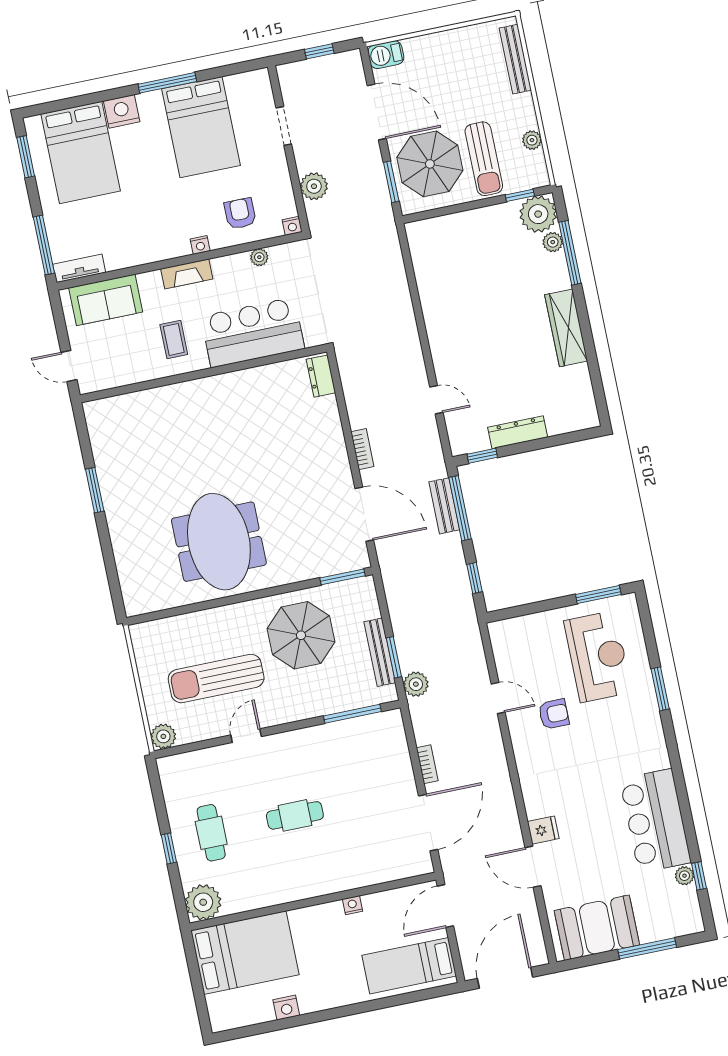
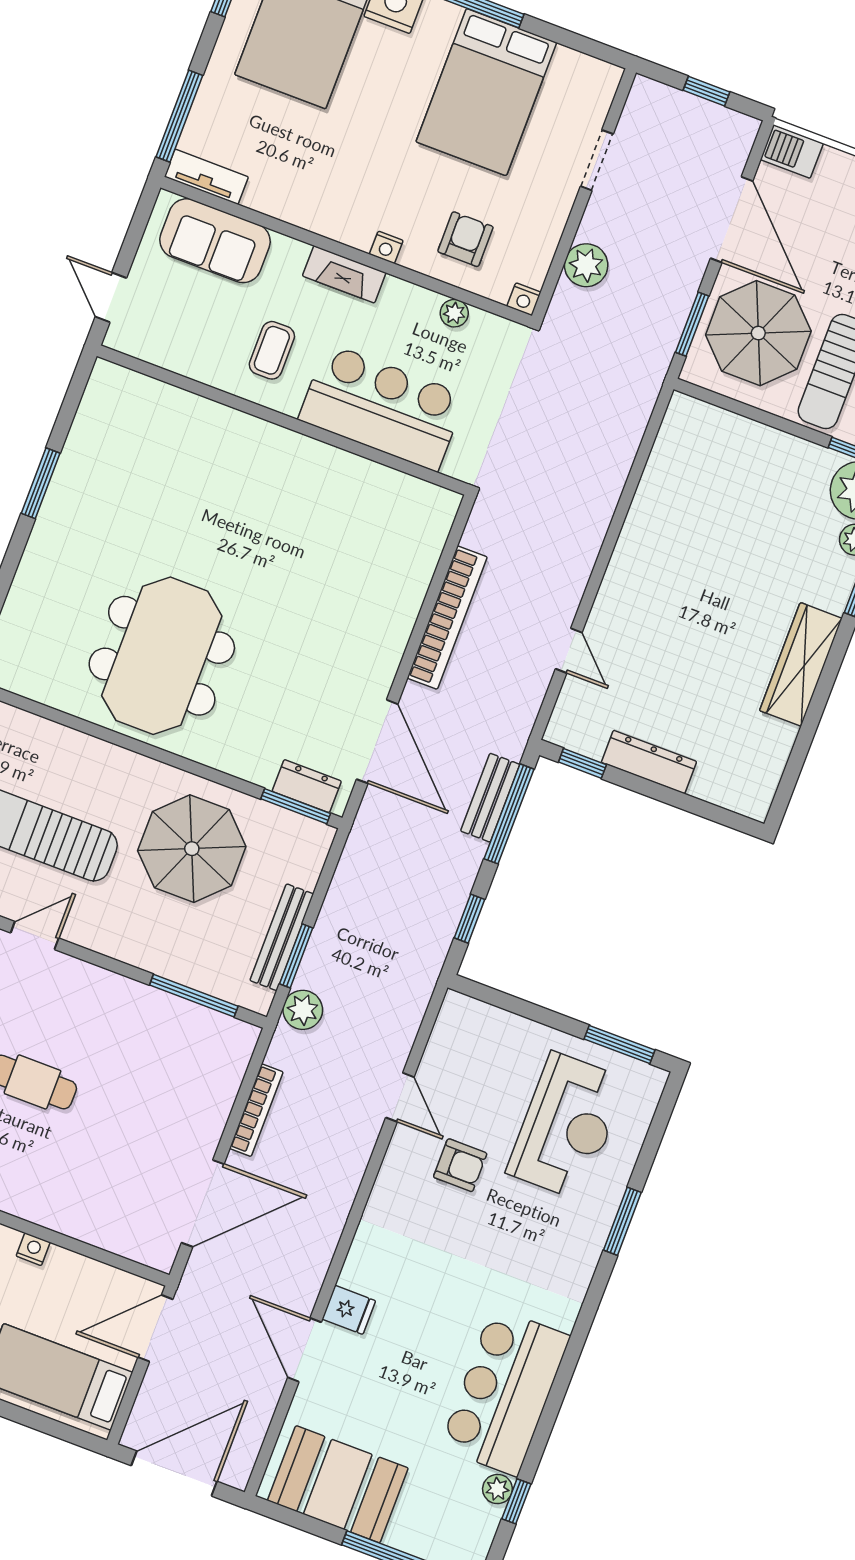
dresser: (321, 376) -> (307, 786), moved, turned 90
bookcase: (362, 449) -> (447, 618), width x2.31, depth x1.31
bookcase: (427, 764) -> (256, 1110), width x1.56

